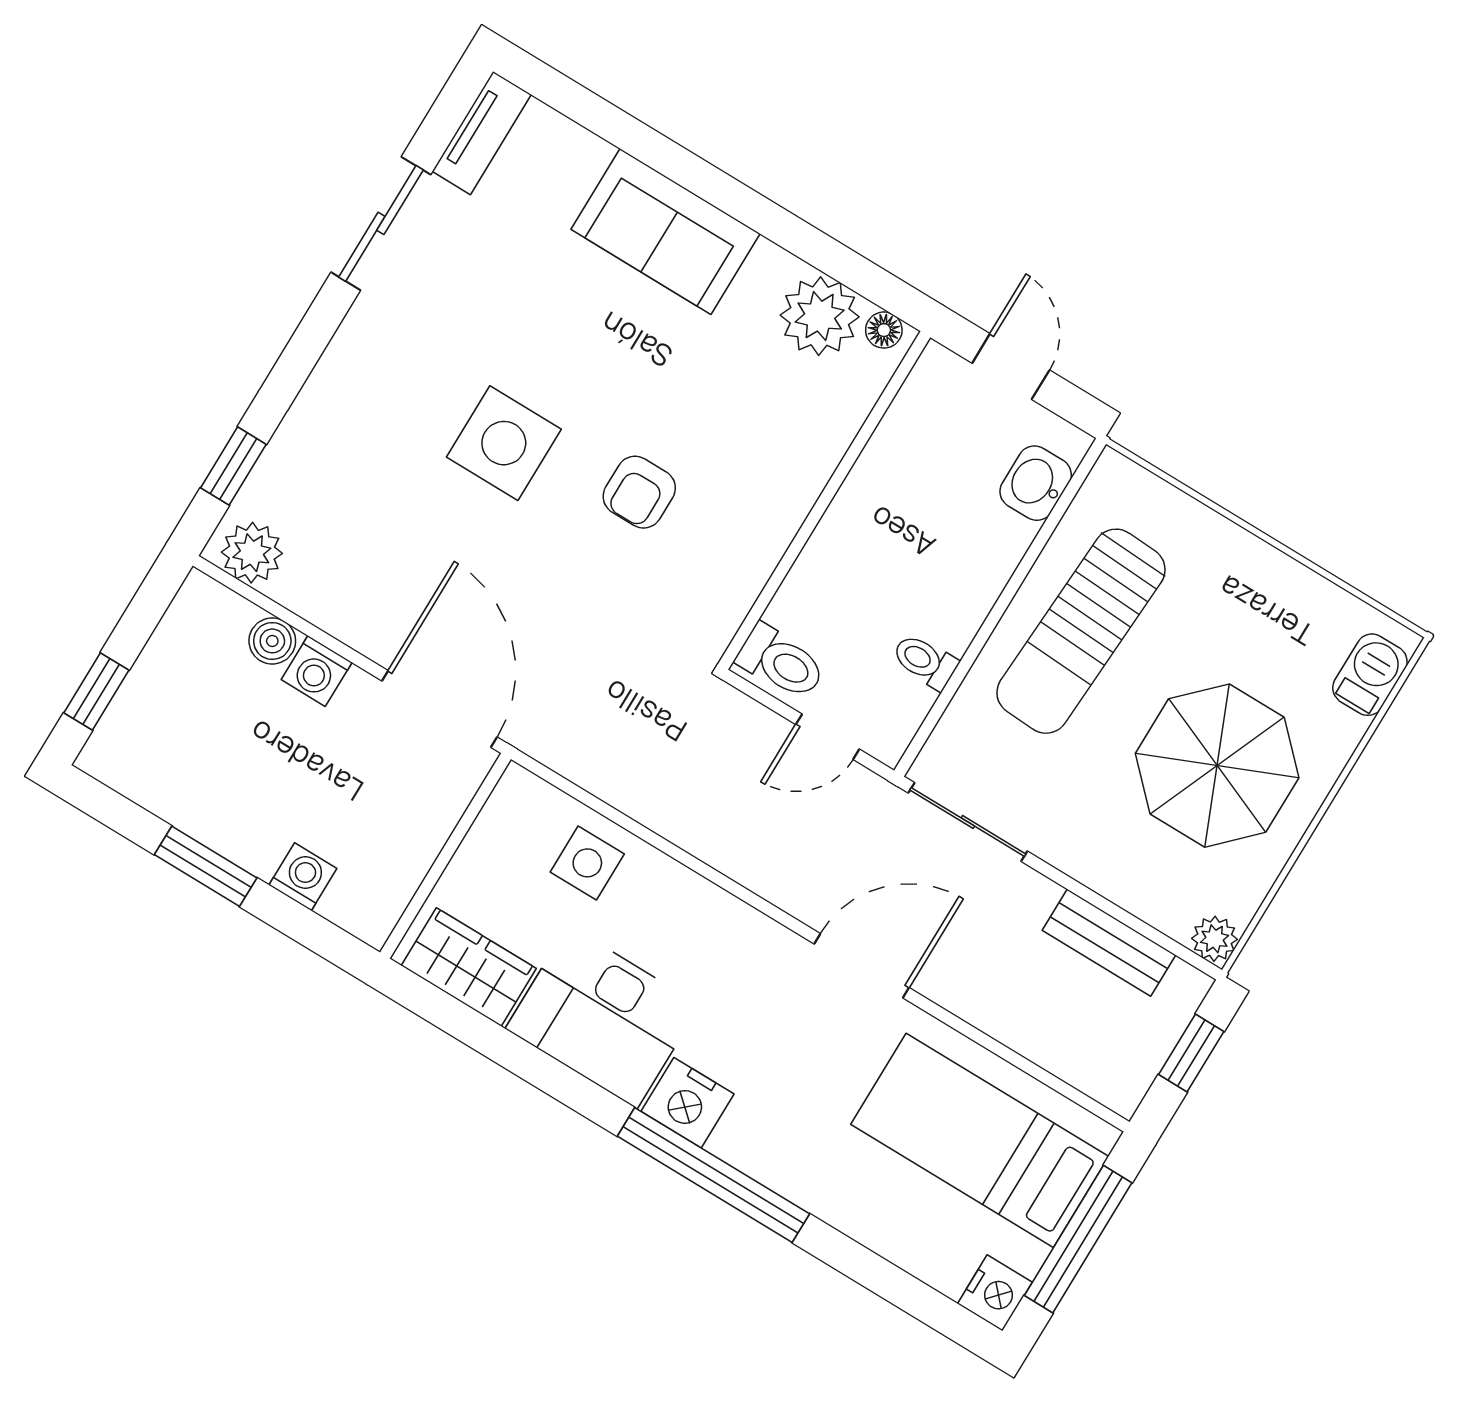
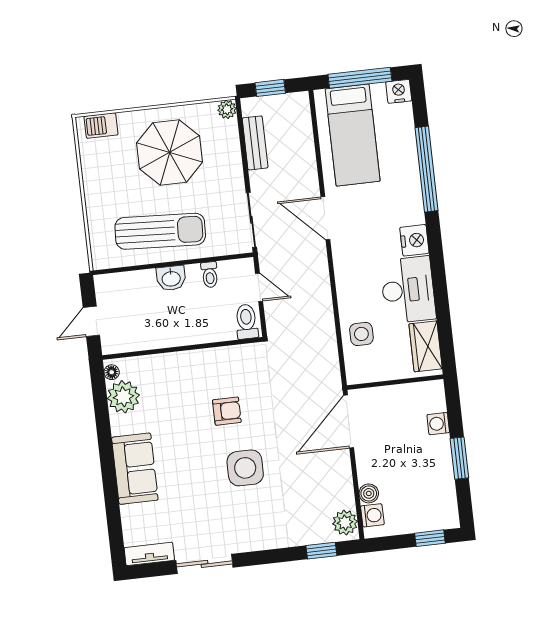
washbasin: (1036, 483) -> (171, 278), moved
washing machine: (317, 671) -> (372, 515), moved
window: (713, 1175) -> (427, 169), moved

